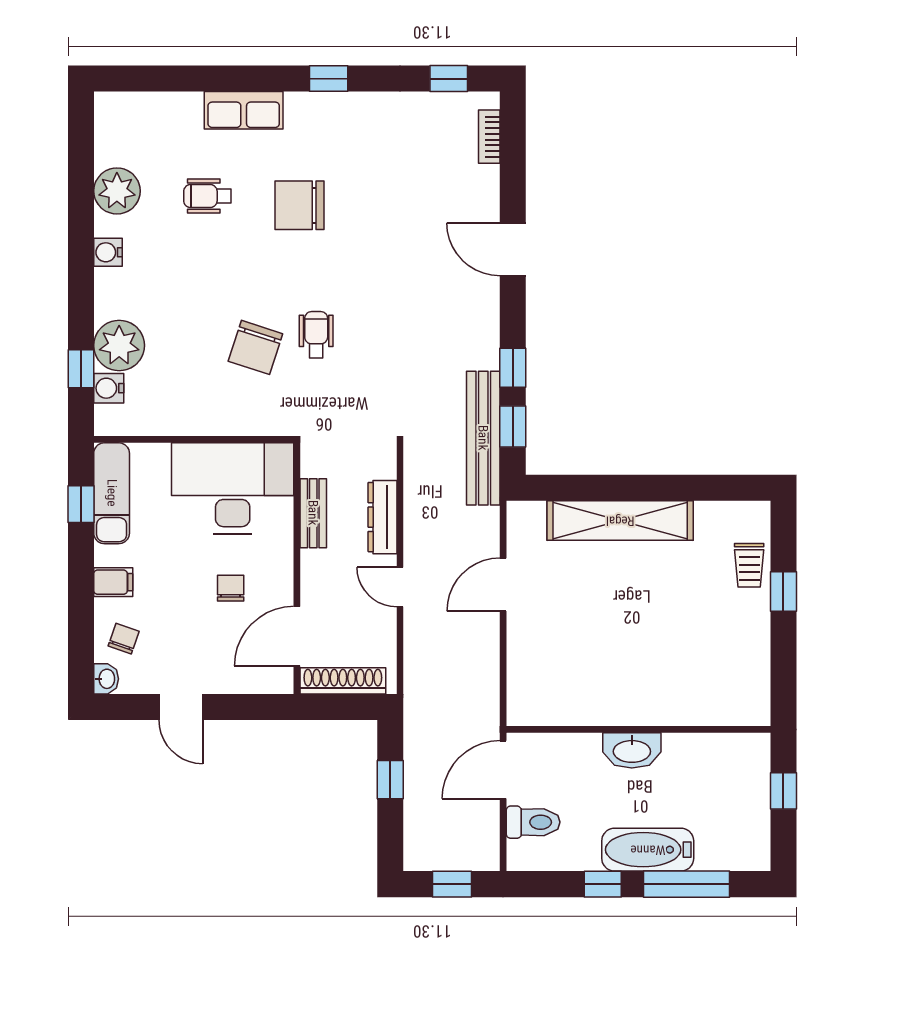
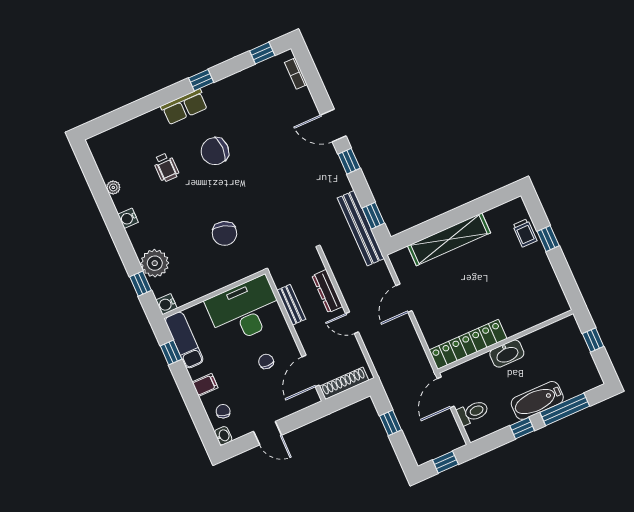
row of seats: (244, 110) -> (184, 107), moved
plant: (117, 191) -> (113, 187), width x0.53, depth x0.53
wheelchair: (208, 196) -> (166, 167), turned -90
wheelchair: (316, 335) -> (252, 213), removed
window: (513, 368) -> (349, 161), moved
water cooler: (109, 388) -> (167, 304), moved
locker: (575, 707) -> (468, 344), added

